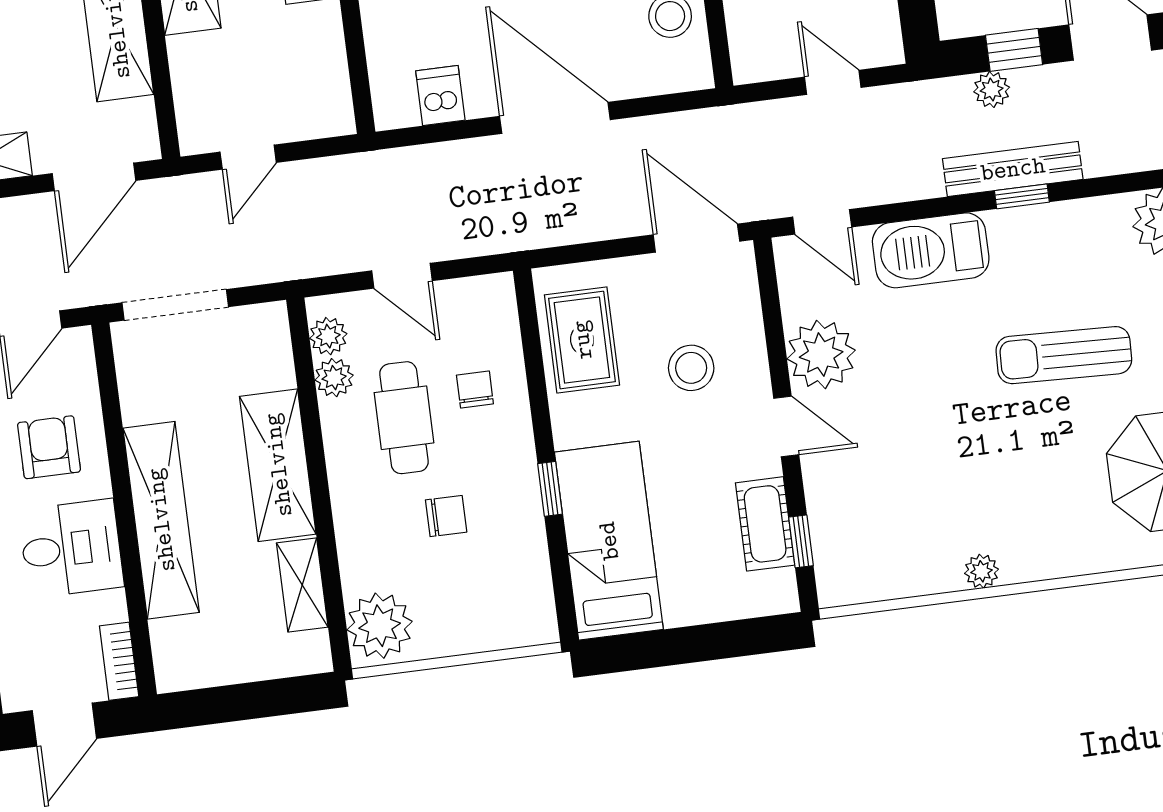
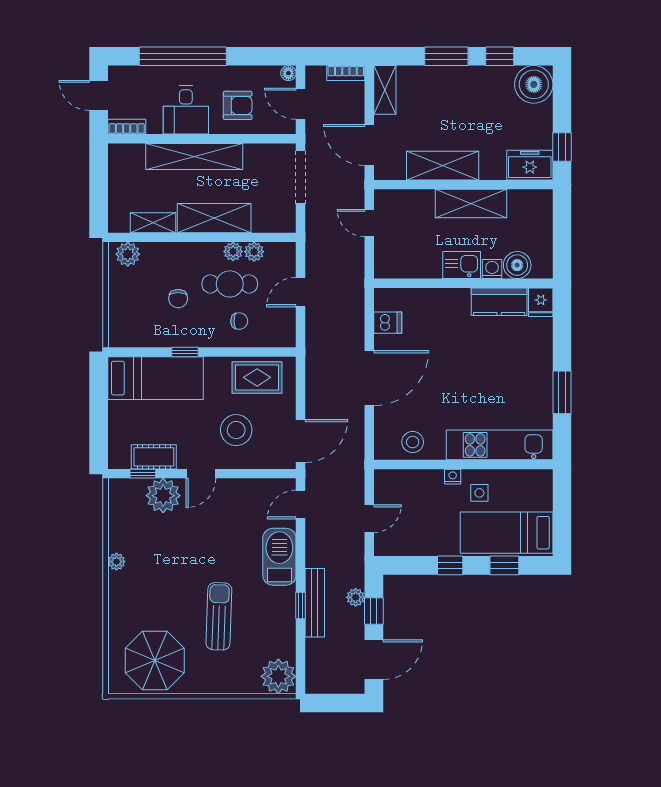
plant: (328, 336) -> (233, 251), moved
plant: (821, 355) -> (163, 496), moved
stool: (691, 368) -> (236, 430), width x1.38, depth x1.38
plant: (380, 626) -> (128, 254), width x0.73, depth x0.73

